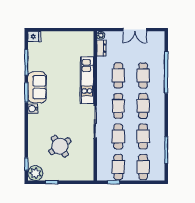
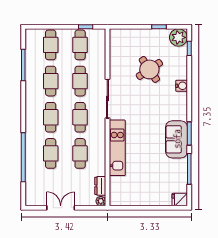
water cooler: (33, 109) -> (182, 86), moved

